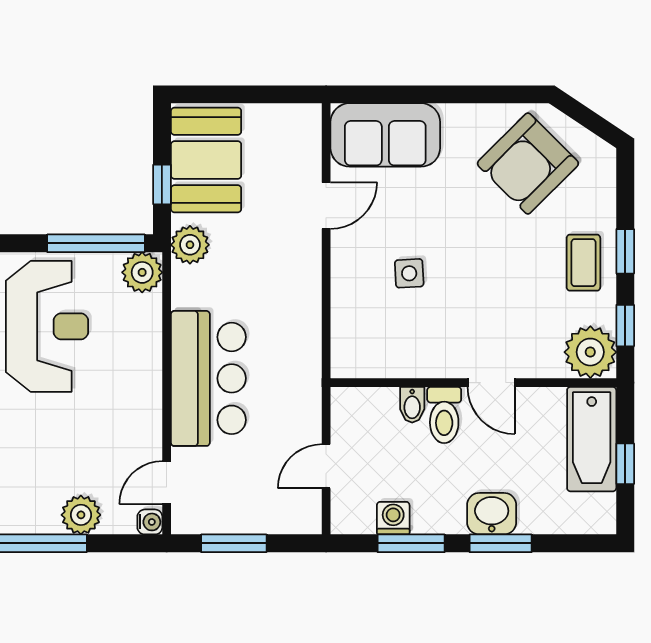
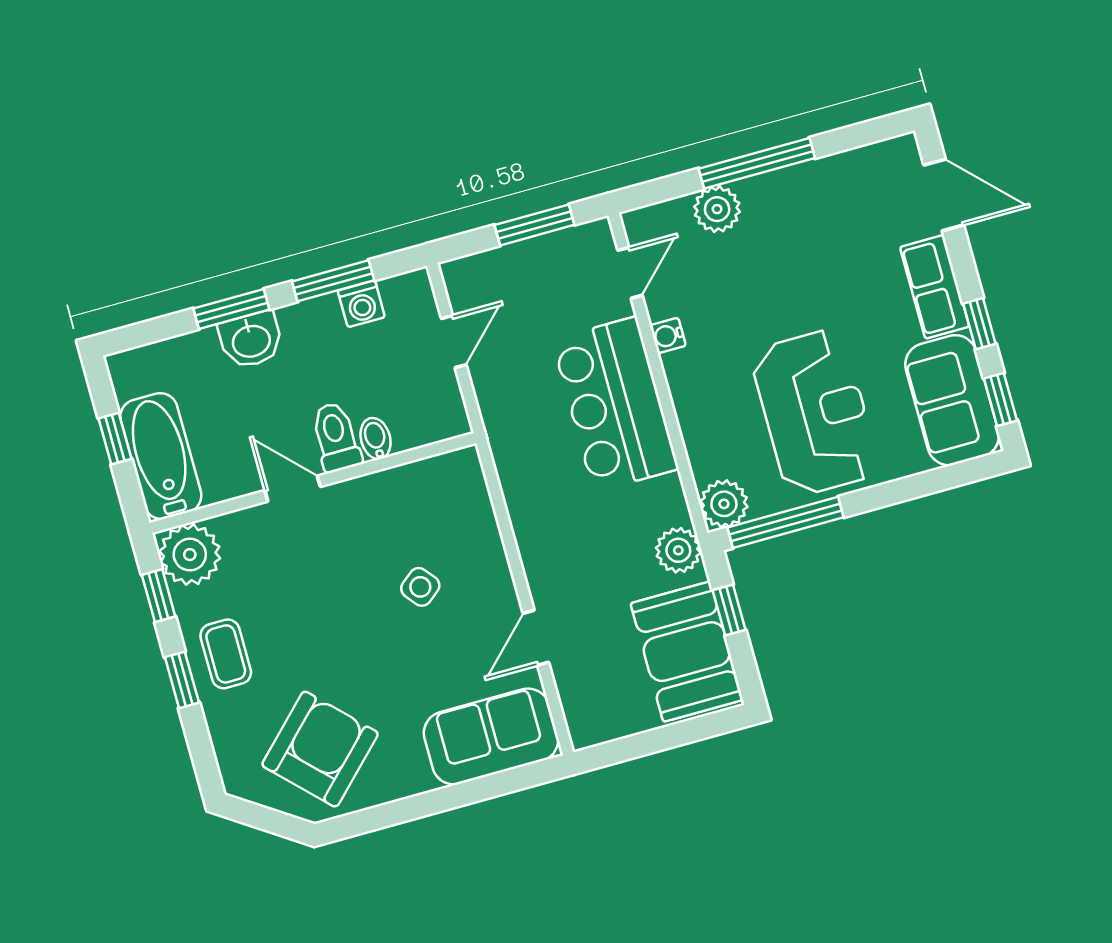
side table: (409, 273) -> (420, 587), turned -36
reception desk: (47, 326) -> (815, 413), turned 180
water cooler: (150, 522) -> (668, 336), moved

